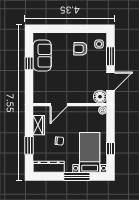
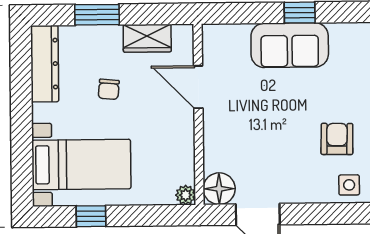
sofa: (42, 56) -> (290, 45), moved
window: (111, 56) -> (319, 214), removed
window: (77, 176) -> (22, 134), removed

